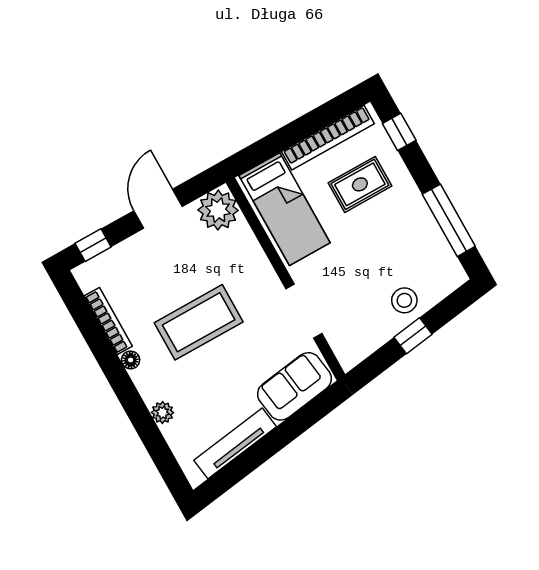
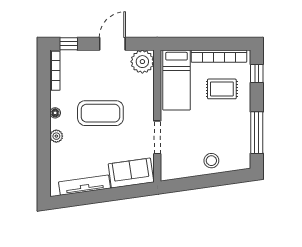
bookcase: (108, 321) -> (55, 71), moved
window: (413, 336) -> (206, 181), removed
plant: (163, 413) -> (56, 136), moved

